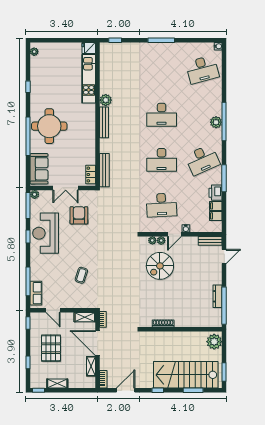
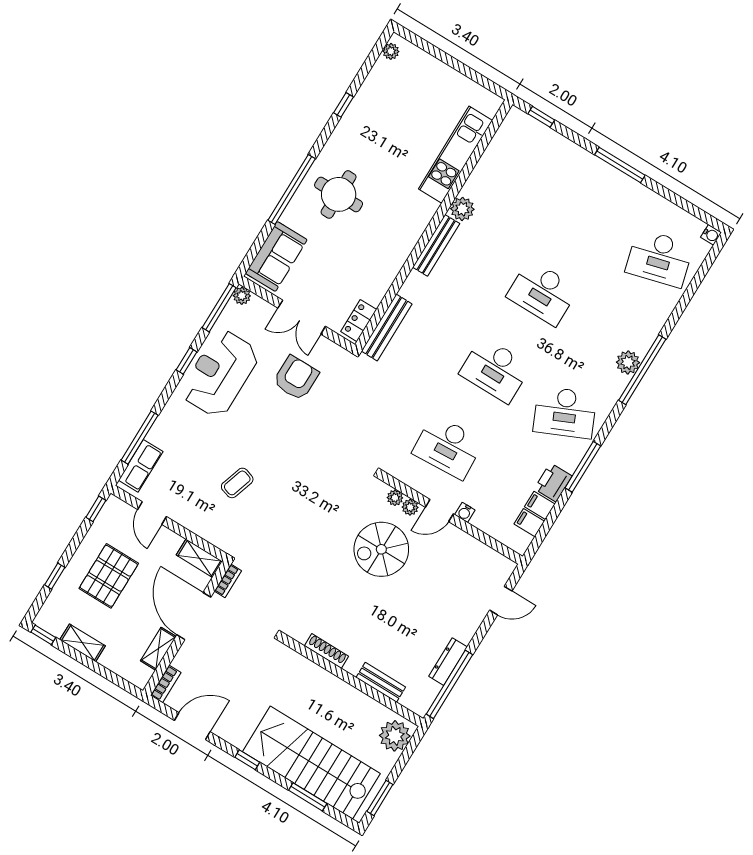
fridge: (89, 48) -> (488, 102), removed
round table: (49, 126) -> (339, 194), width x0.73, depth x0.73
bench: (210, 241) -> (381, 682), moved

